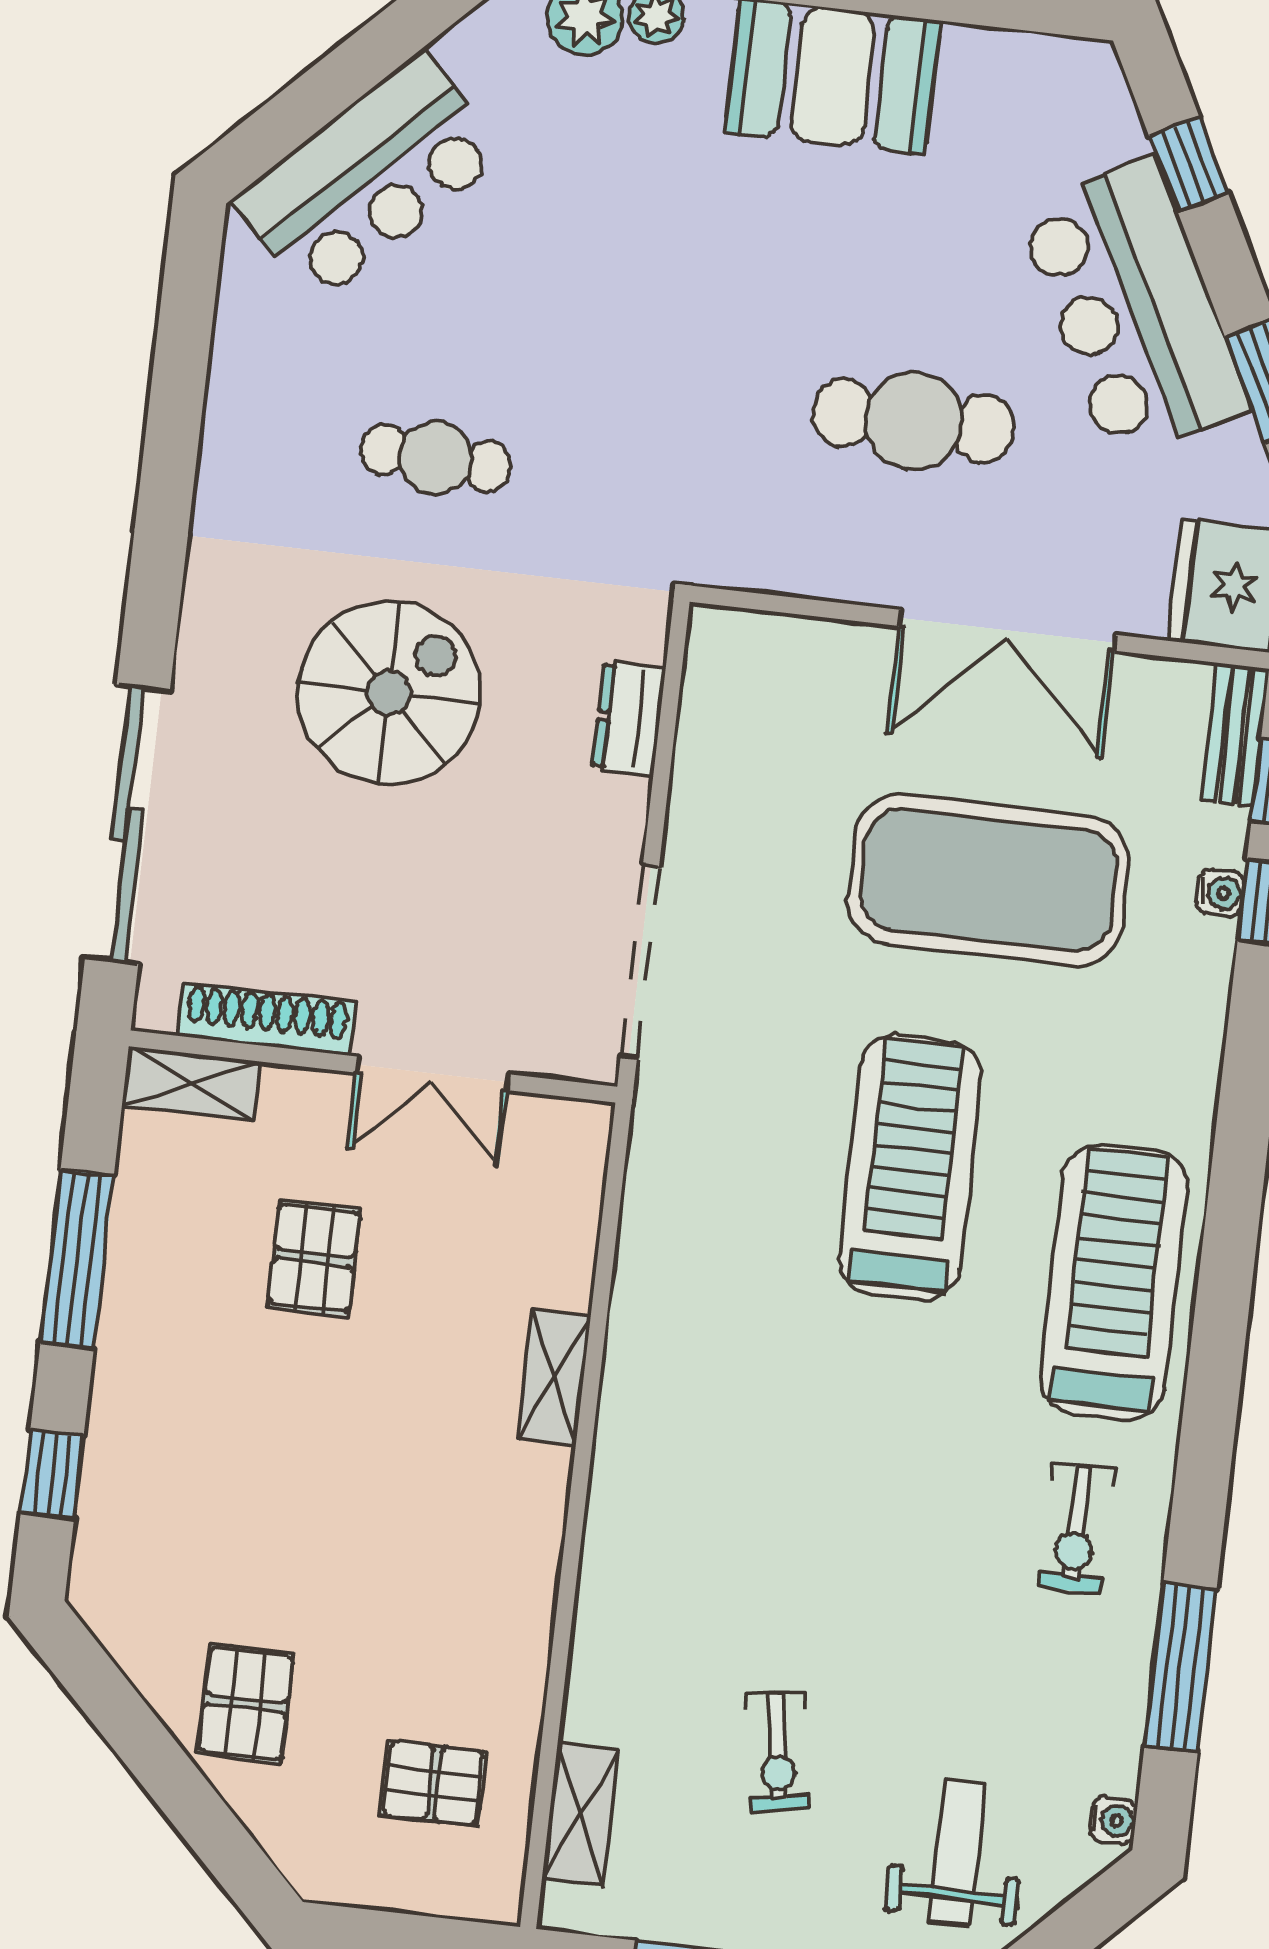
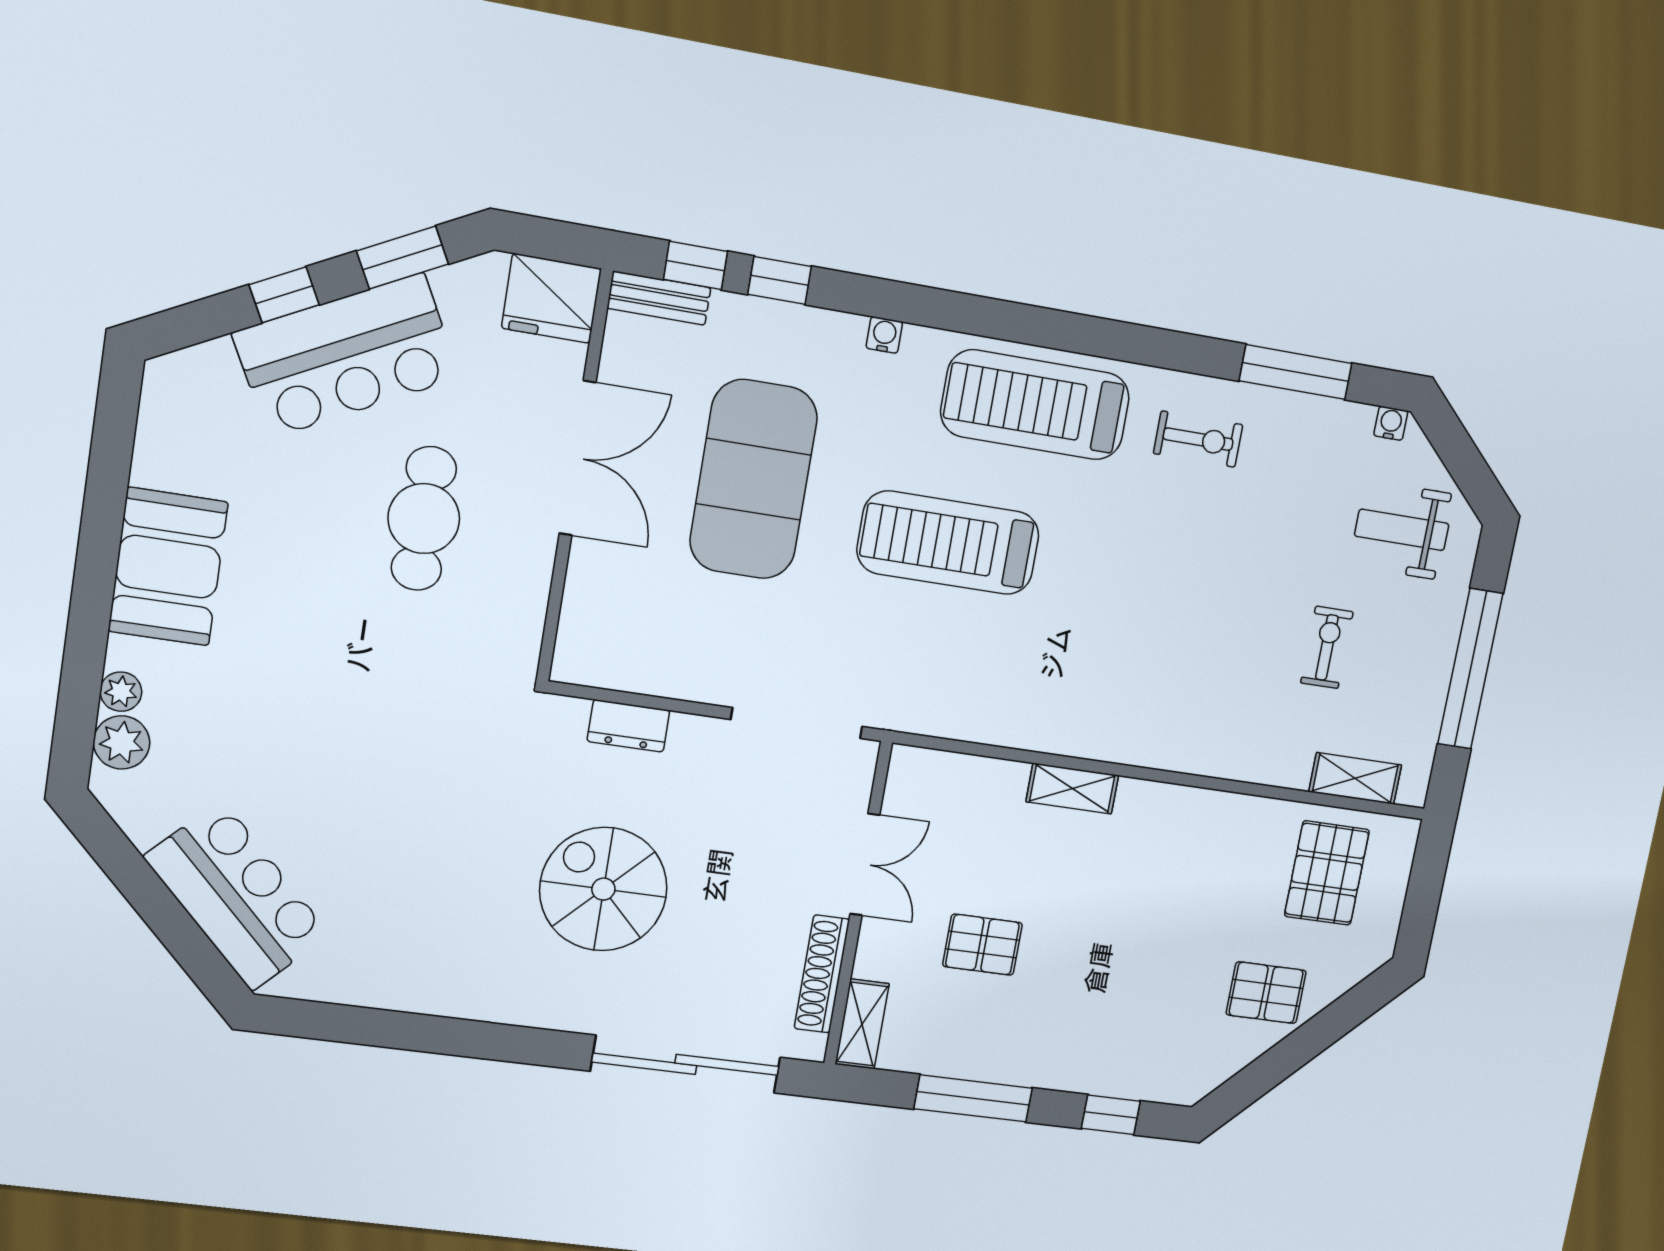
window: (1189, 165) -> (284, 295), moved
cafe table: (436, 458) -> (440, 854), removed
water cooler: (1220, 893) -> (884, 335), moved
exercise bike: (777, 1752) -> (1327, 647), turned -81
pallet: (434, 1783) -> (1327, 873), width x1.50, depth x1.42

